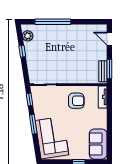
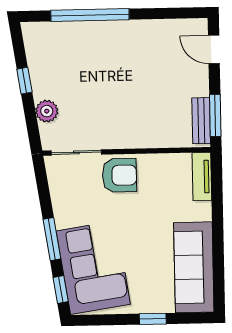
plant: (28, 36) -> (47, 111), moved
window: (29, 99) -> (61, 289), moved
armchair: (76, 101) -> (119, 175), moved
sofa: (98, 144) -> (194, 267), width x1.36

